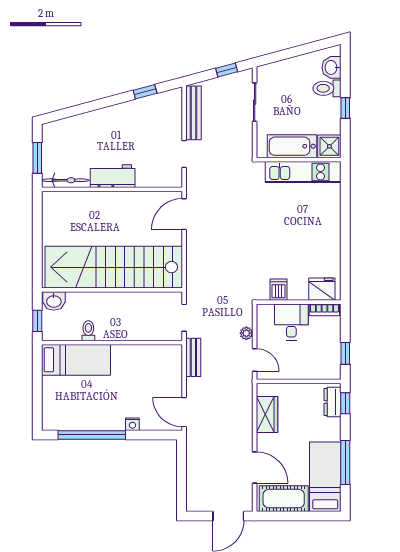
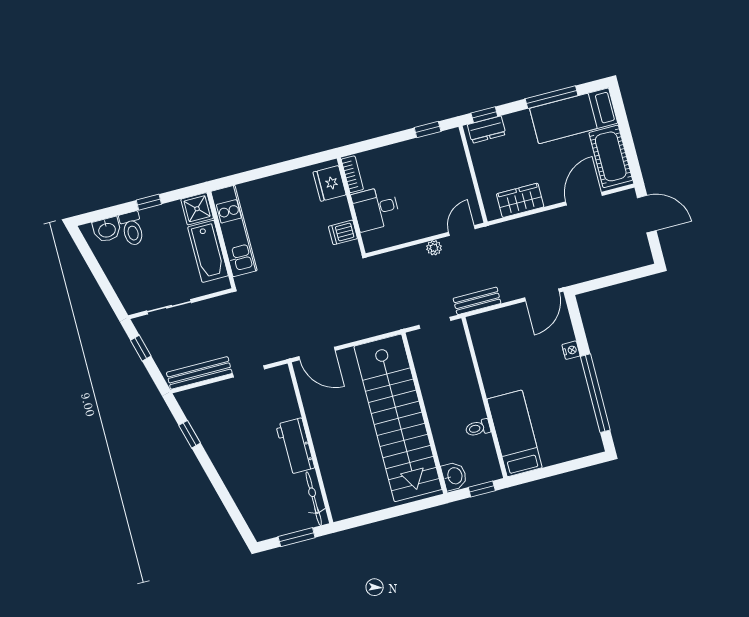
fridge: (322, 289) -> (330, 183), moved
dishwasher: (279, 290) -> (343, 232), moved
wall: (299, 302) -> (351, 206), moved
bookcase: (324, 310) -> (352, 174), moved
desk: (291, 322) -> (376, 208), moved

